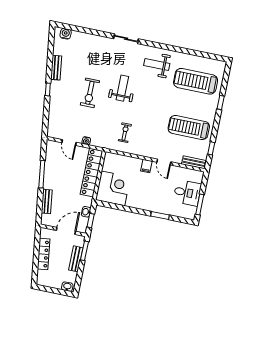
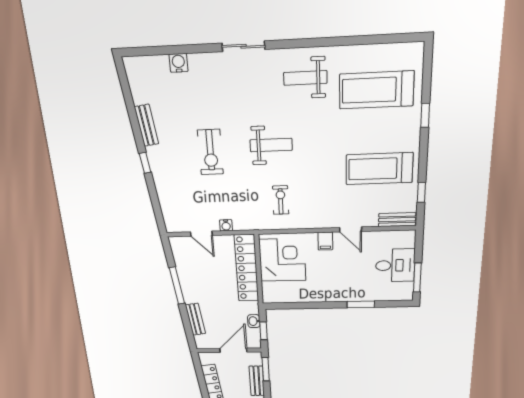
water cooler: (66, 34) -> (178, 63), moved
weight bench: (122, 88) -> (271, 145), moved, turned 90
corner desk: (113, 188) -> (282, 260), moved

